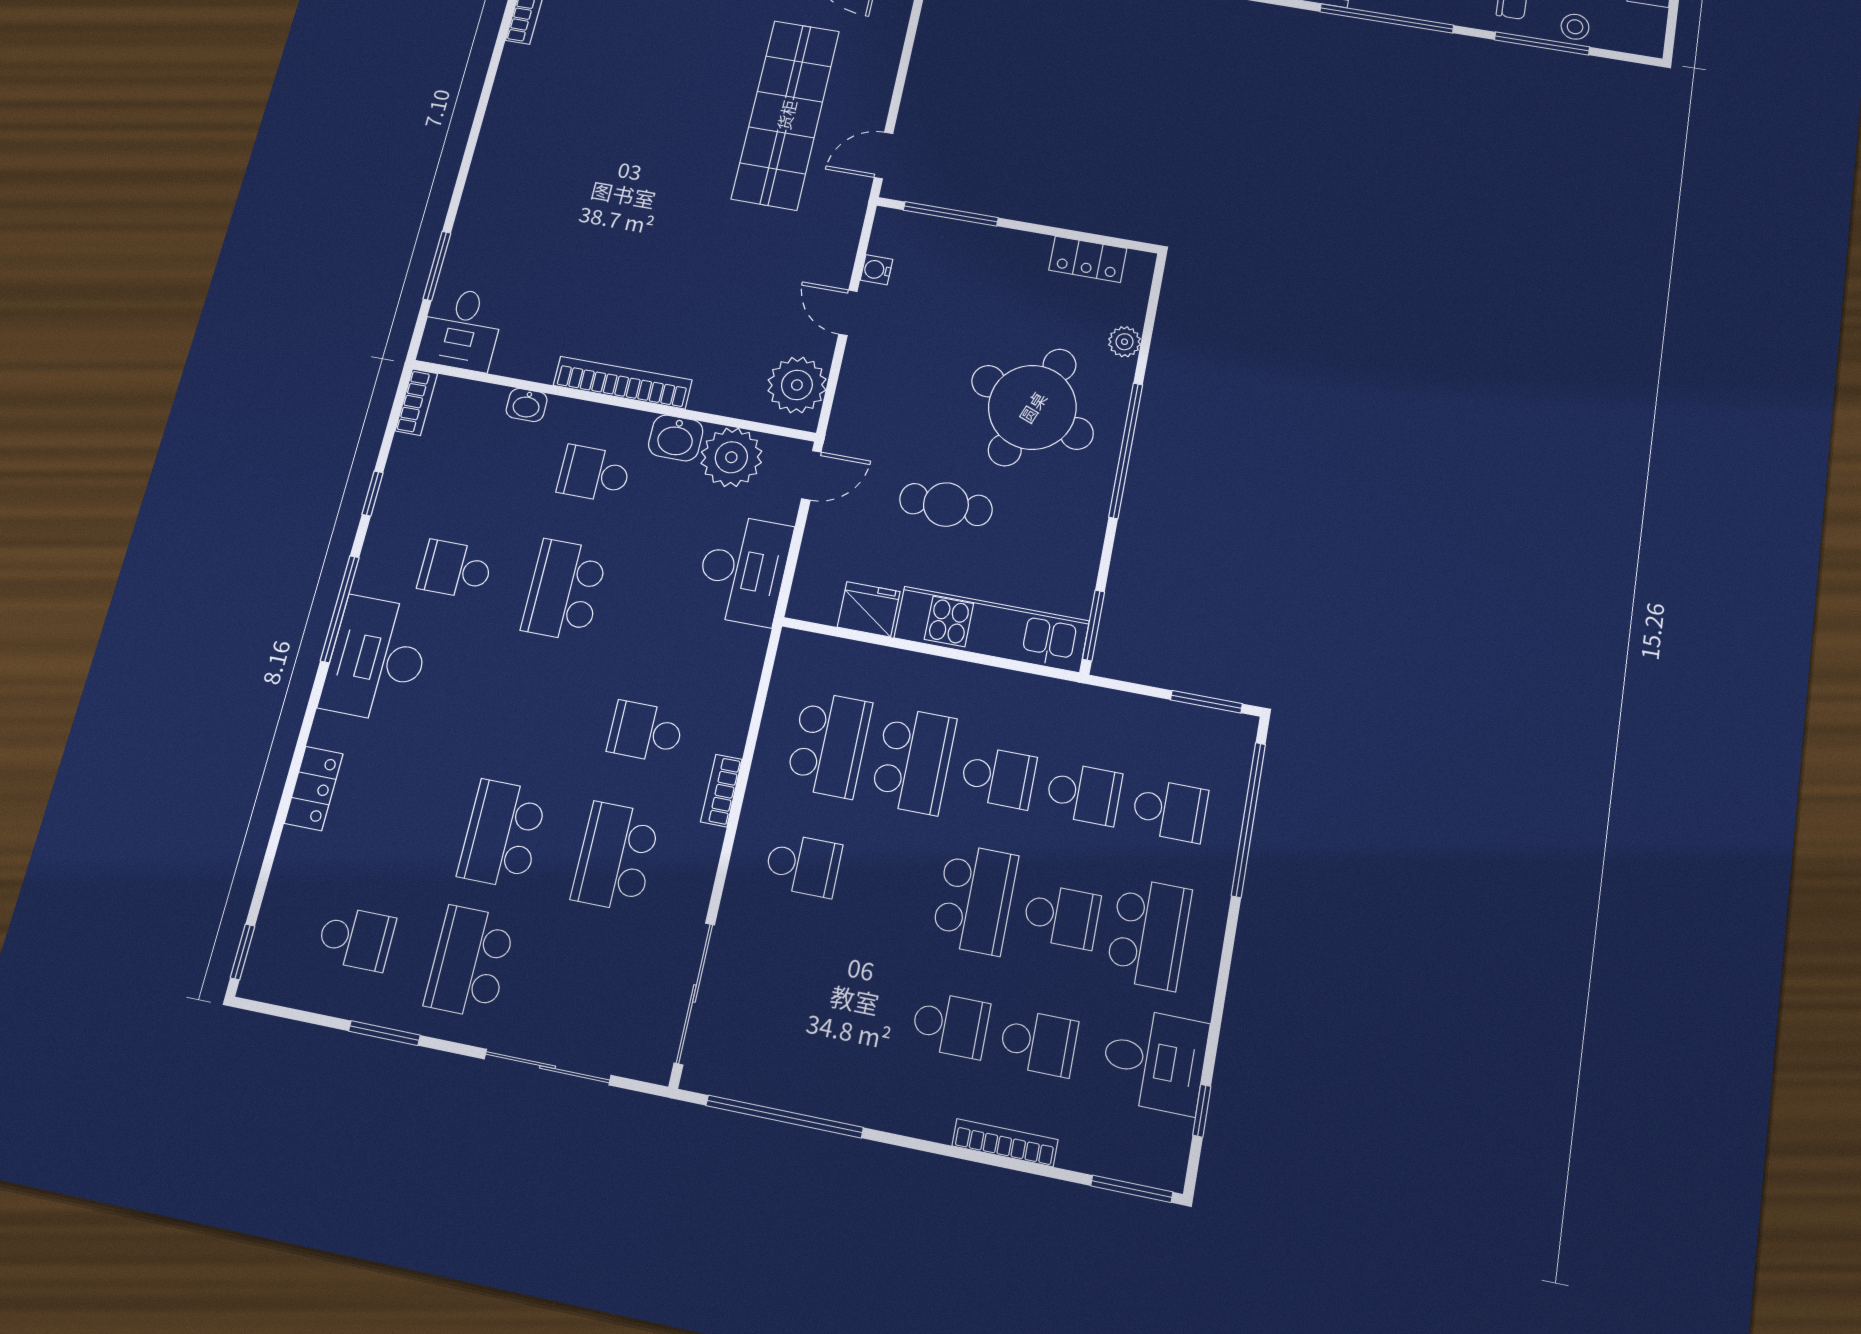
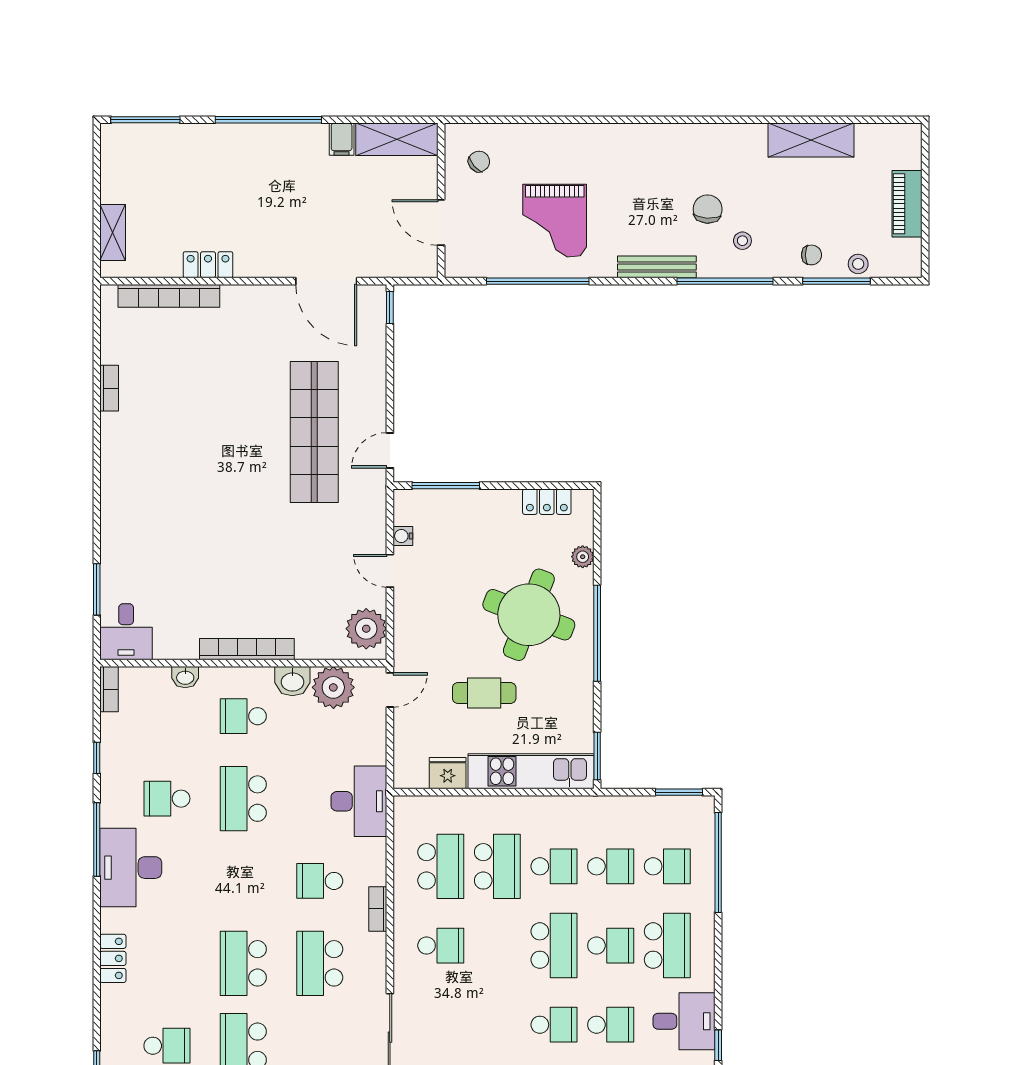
desk: (743, 570) -> (359, 801), moved

